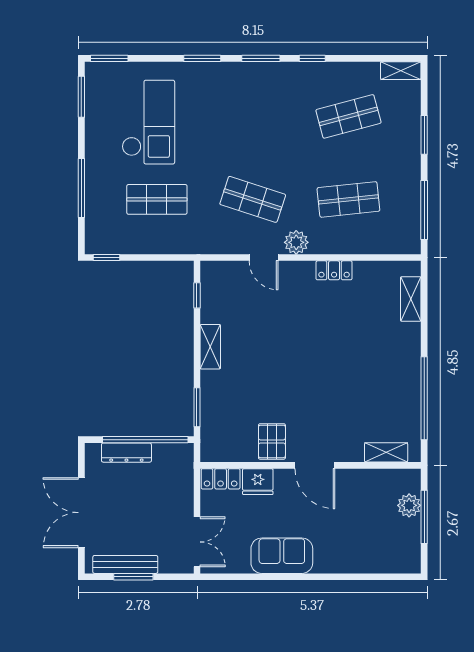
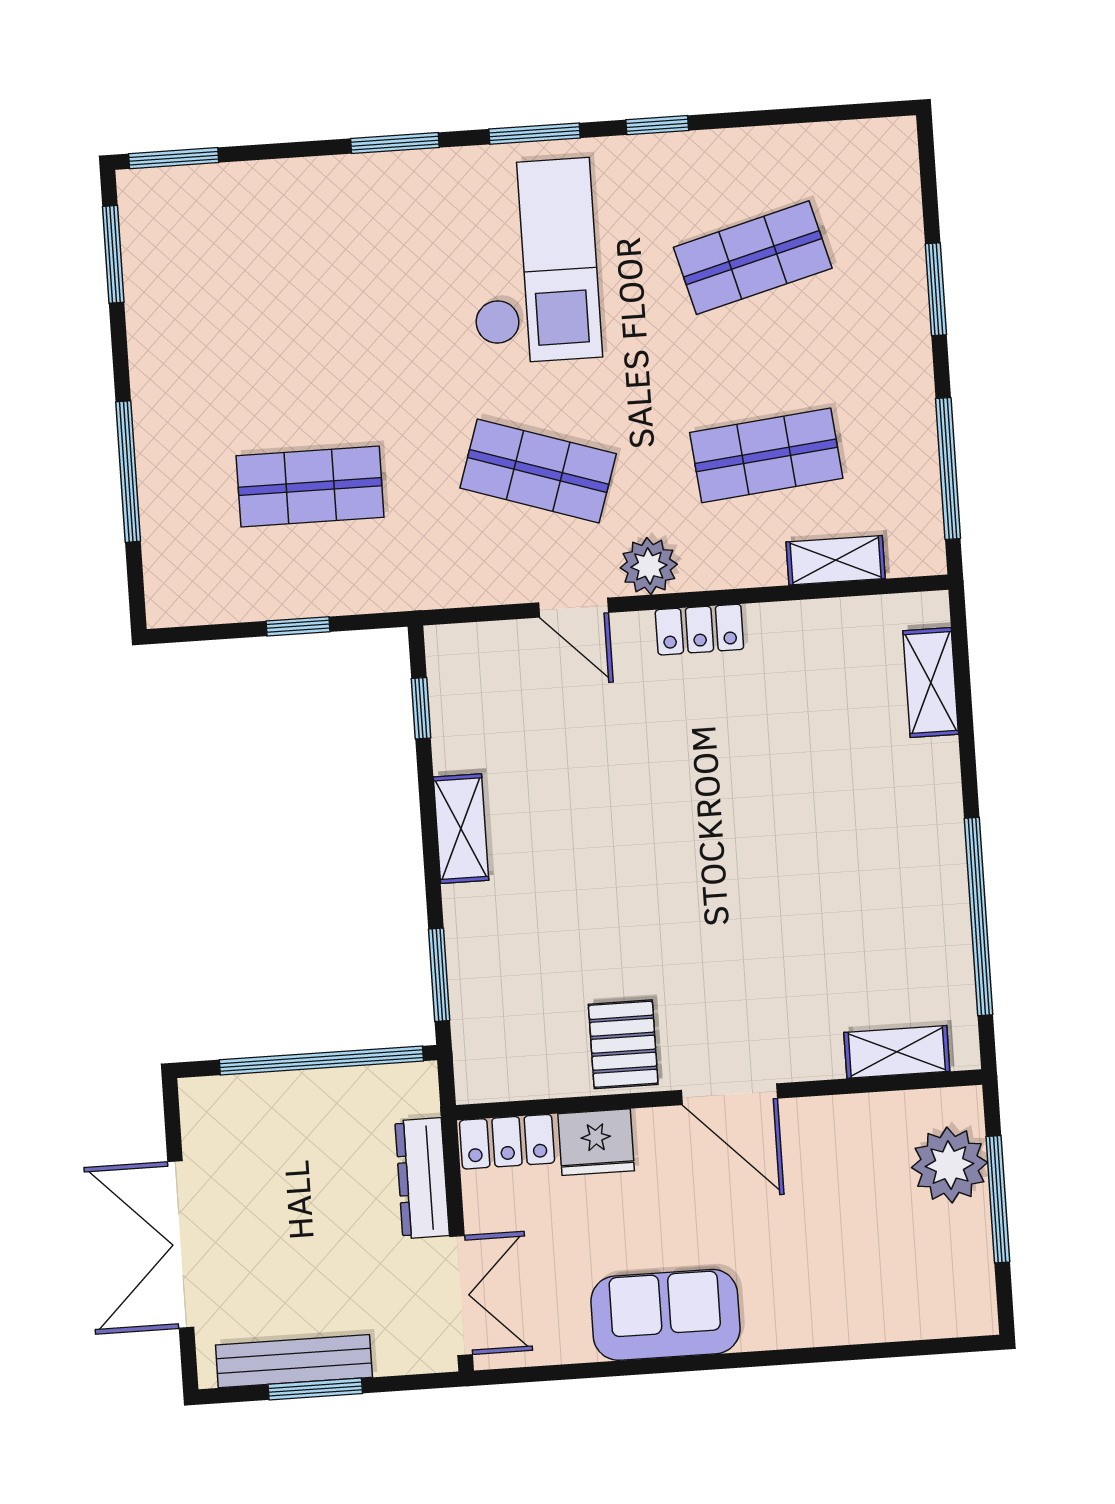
shelving: (401, 71) -> (836, 560), moved
checkout: (148, 122) -> (533, 261), moved
window: (106, 258) -> (298, 626), moved
locker: (334, 270) -> (699, 630), moved
dresser: (126, 453) -> (422, 1178), moved, turned 90
plant: (409, 505) -> (950, 1165), width x1.36, depth x1.36

